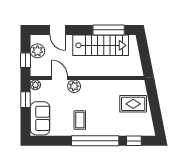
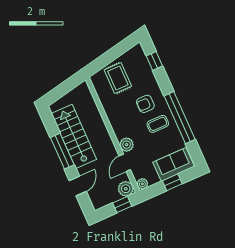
window: (109, 30) -> (62, 151), moved
plant: (37, 51) -> (126, 189), moved
window: (26, 100) -> (172, 182), moved
armchair: (101, 117) -> (145, 104), added
window: (95, 141) -> (180, 118), moved

